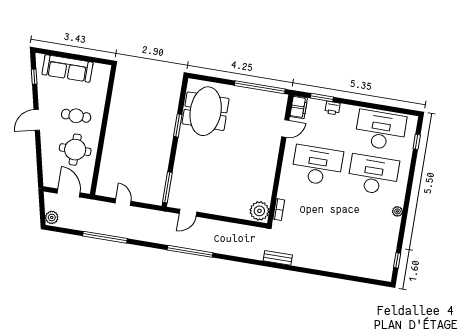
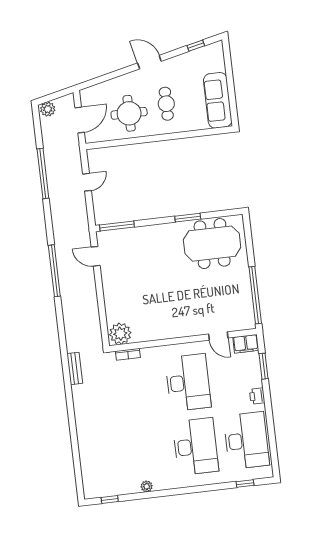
sofa: (68, 68) -> (218, 100), moved
printer: (332, 108) -> (257, 396), moved
plant: (397, 211) -> (147, 486), moved

